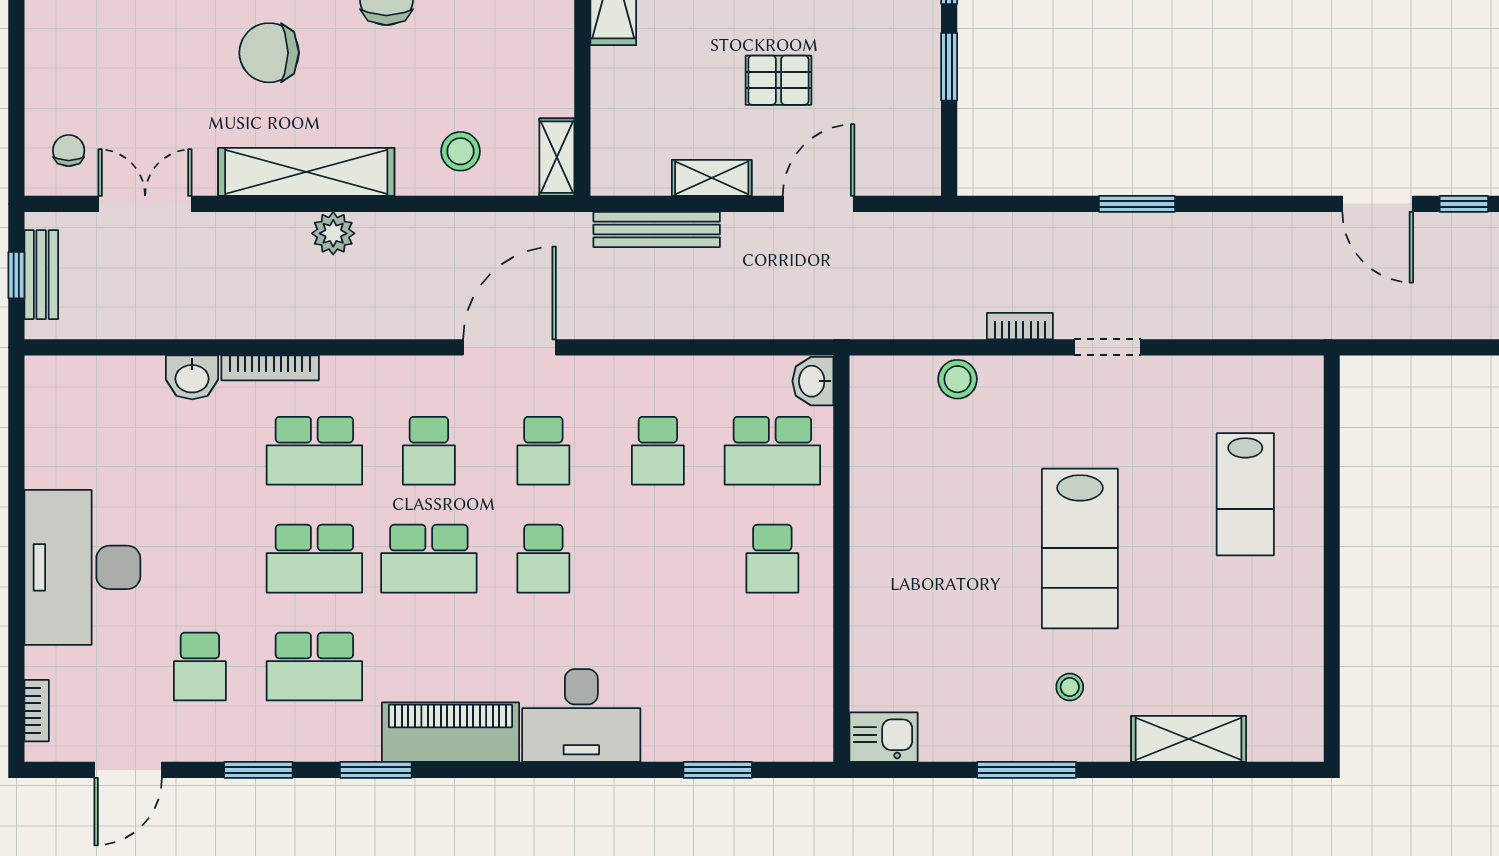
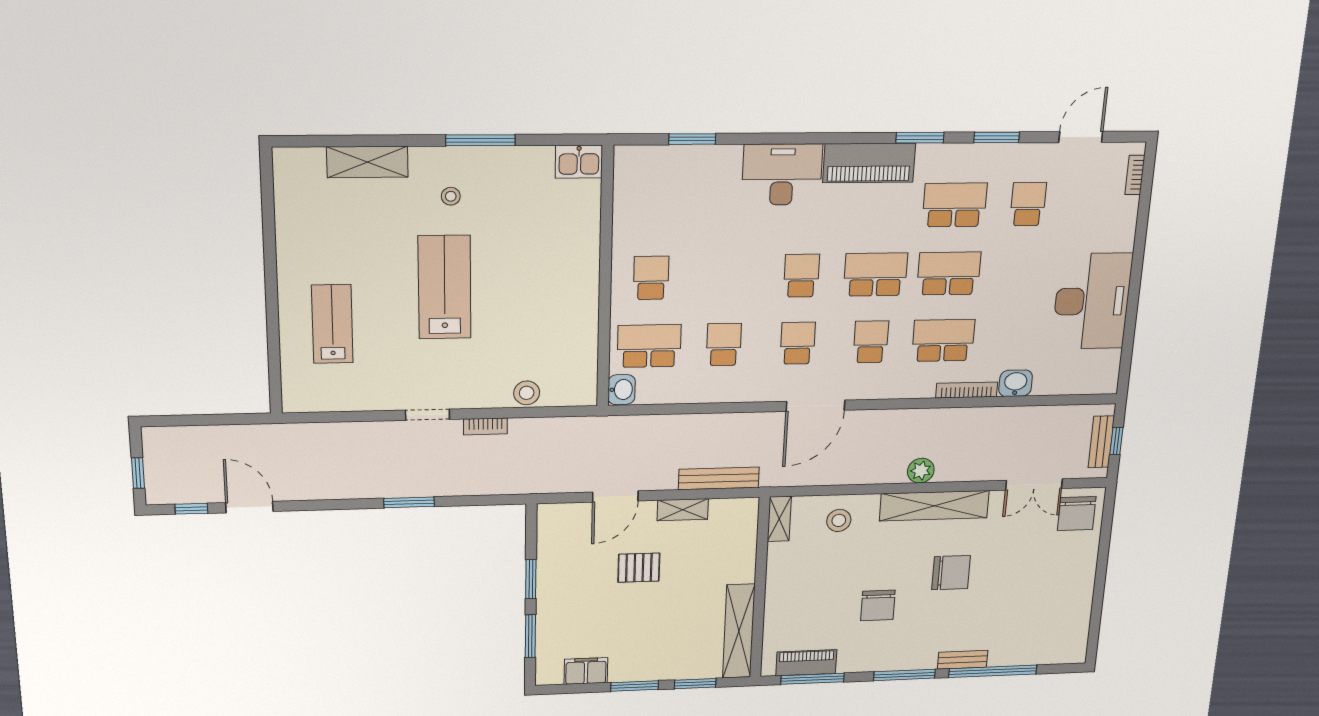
chair: (69, 151) -> (1077, 514), width x1.87, depth x1.87
desk: (82, 567) -> (1092, 301), moved

